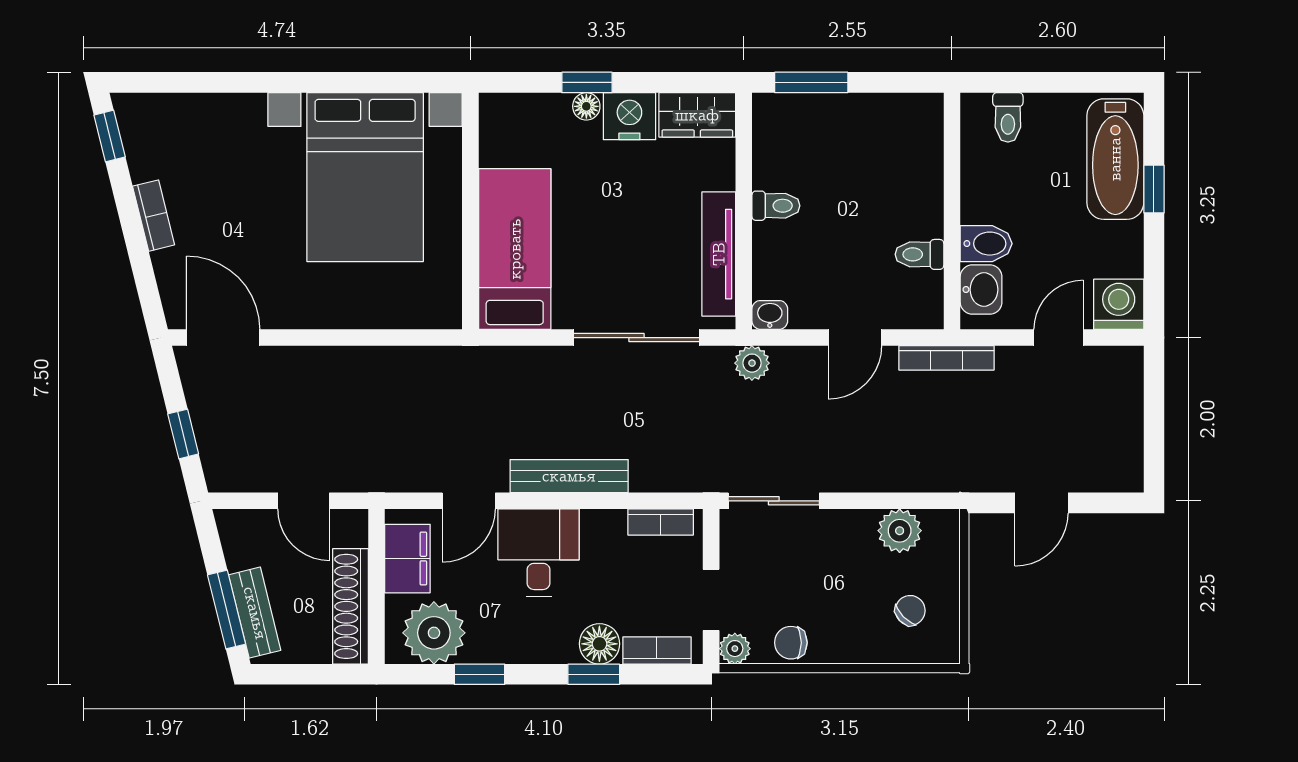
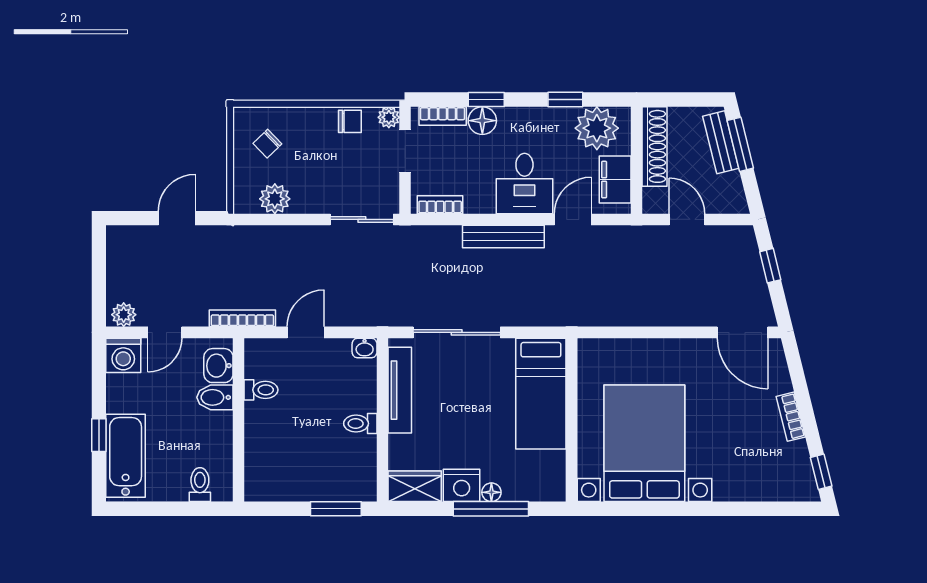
window: (587, 82) -> (491, 509), width x2.17
plant: (752, 363) -> (124, 315), moved

